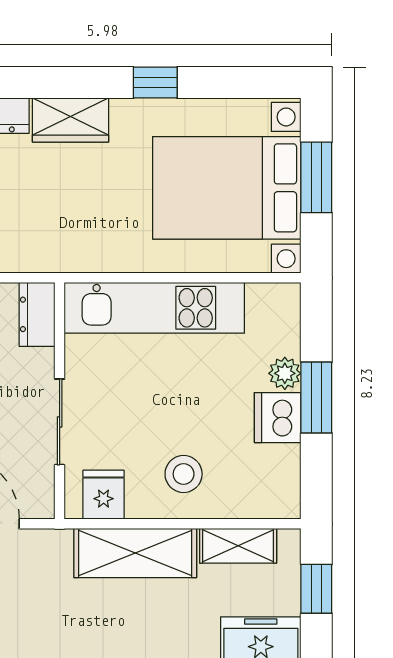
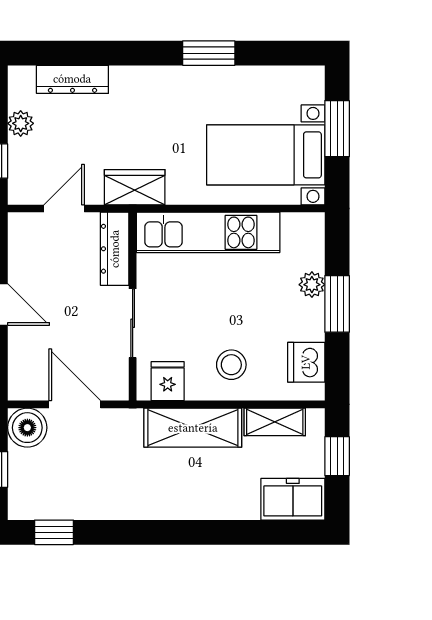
window: (155, 83) -> (209, 53), width x1.50
wardrobe: (70, 120) -> (135, 187), moved, turned 180
bed with nightstands: (227, 188) -> (266, 155), width x0.73
dresser: (37, 314) -> (115, 249), width x1.44
dishwasher: (278, 418) -> (306, 362), moved

